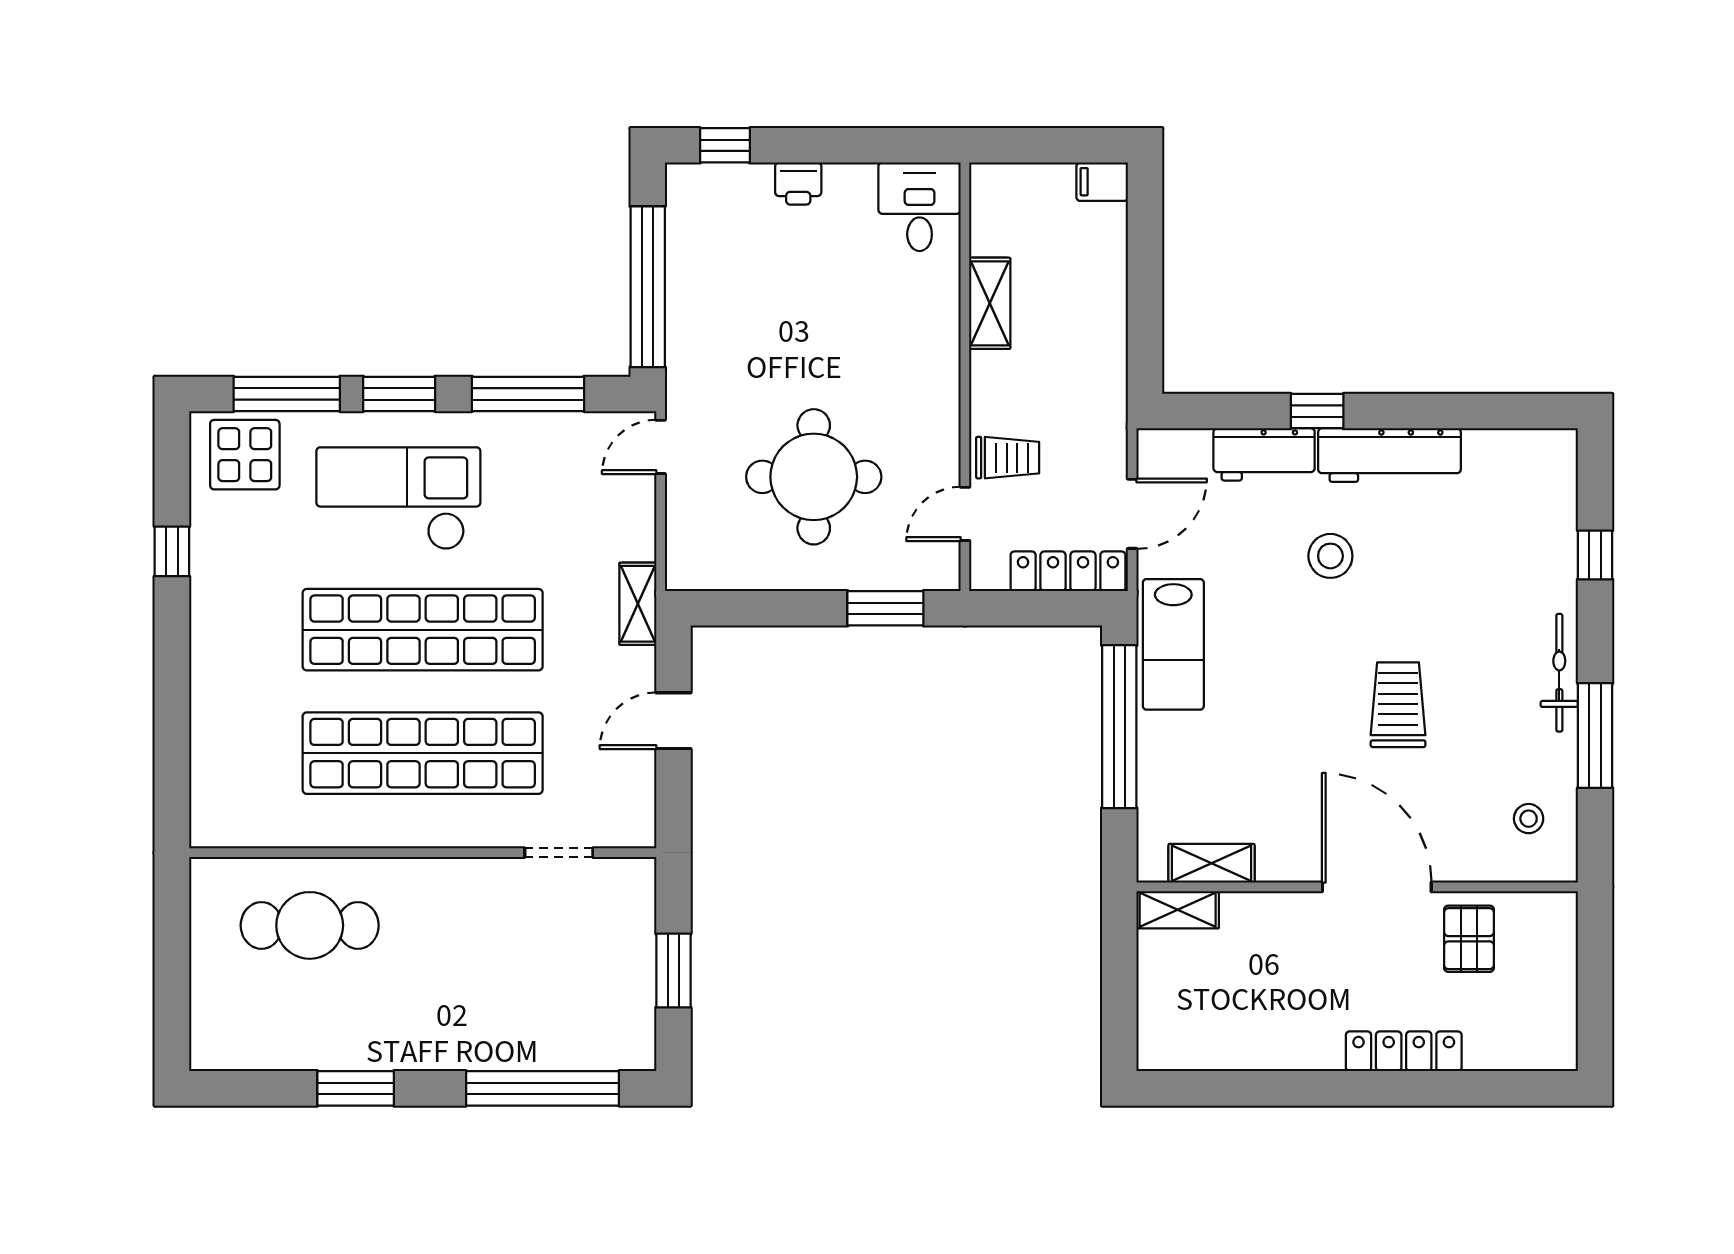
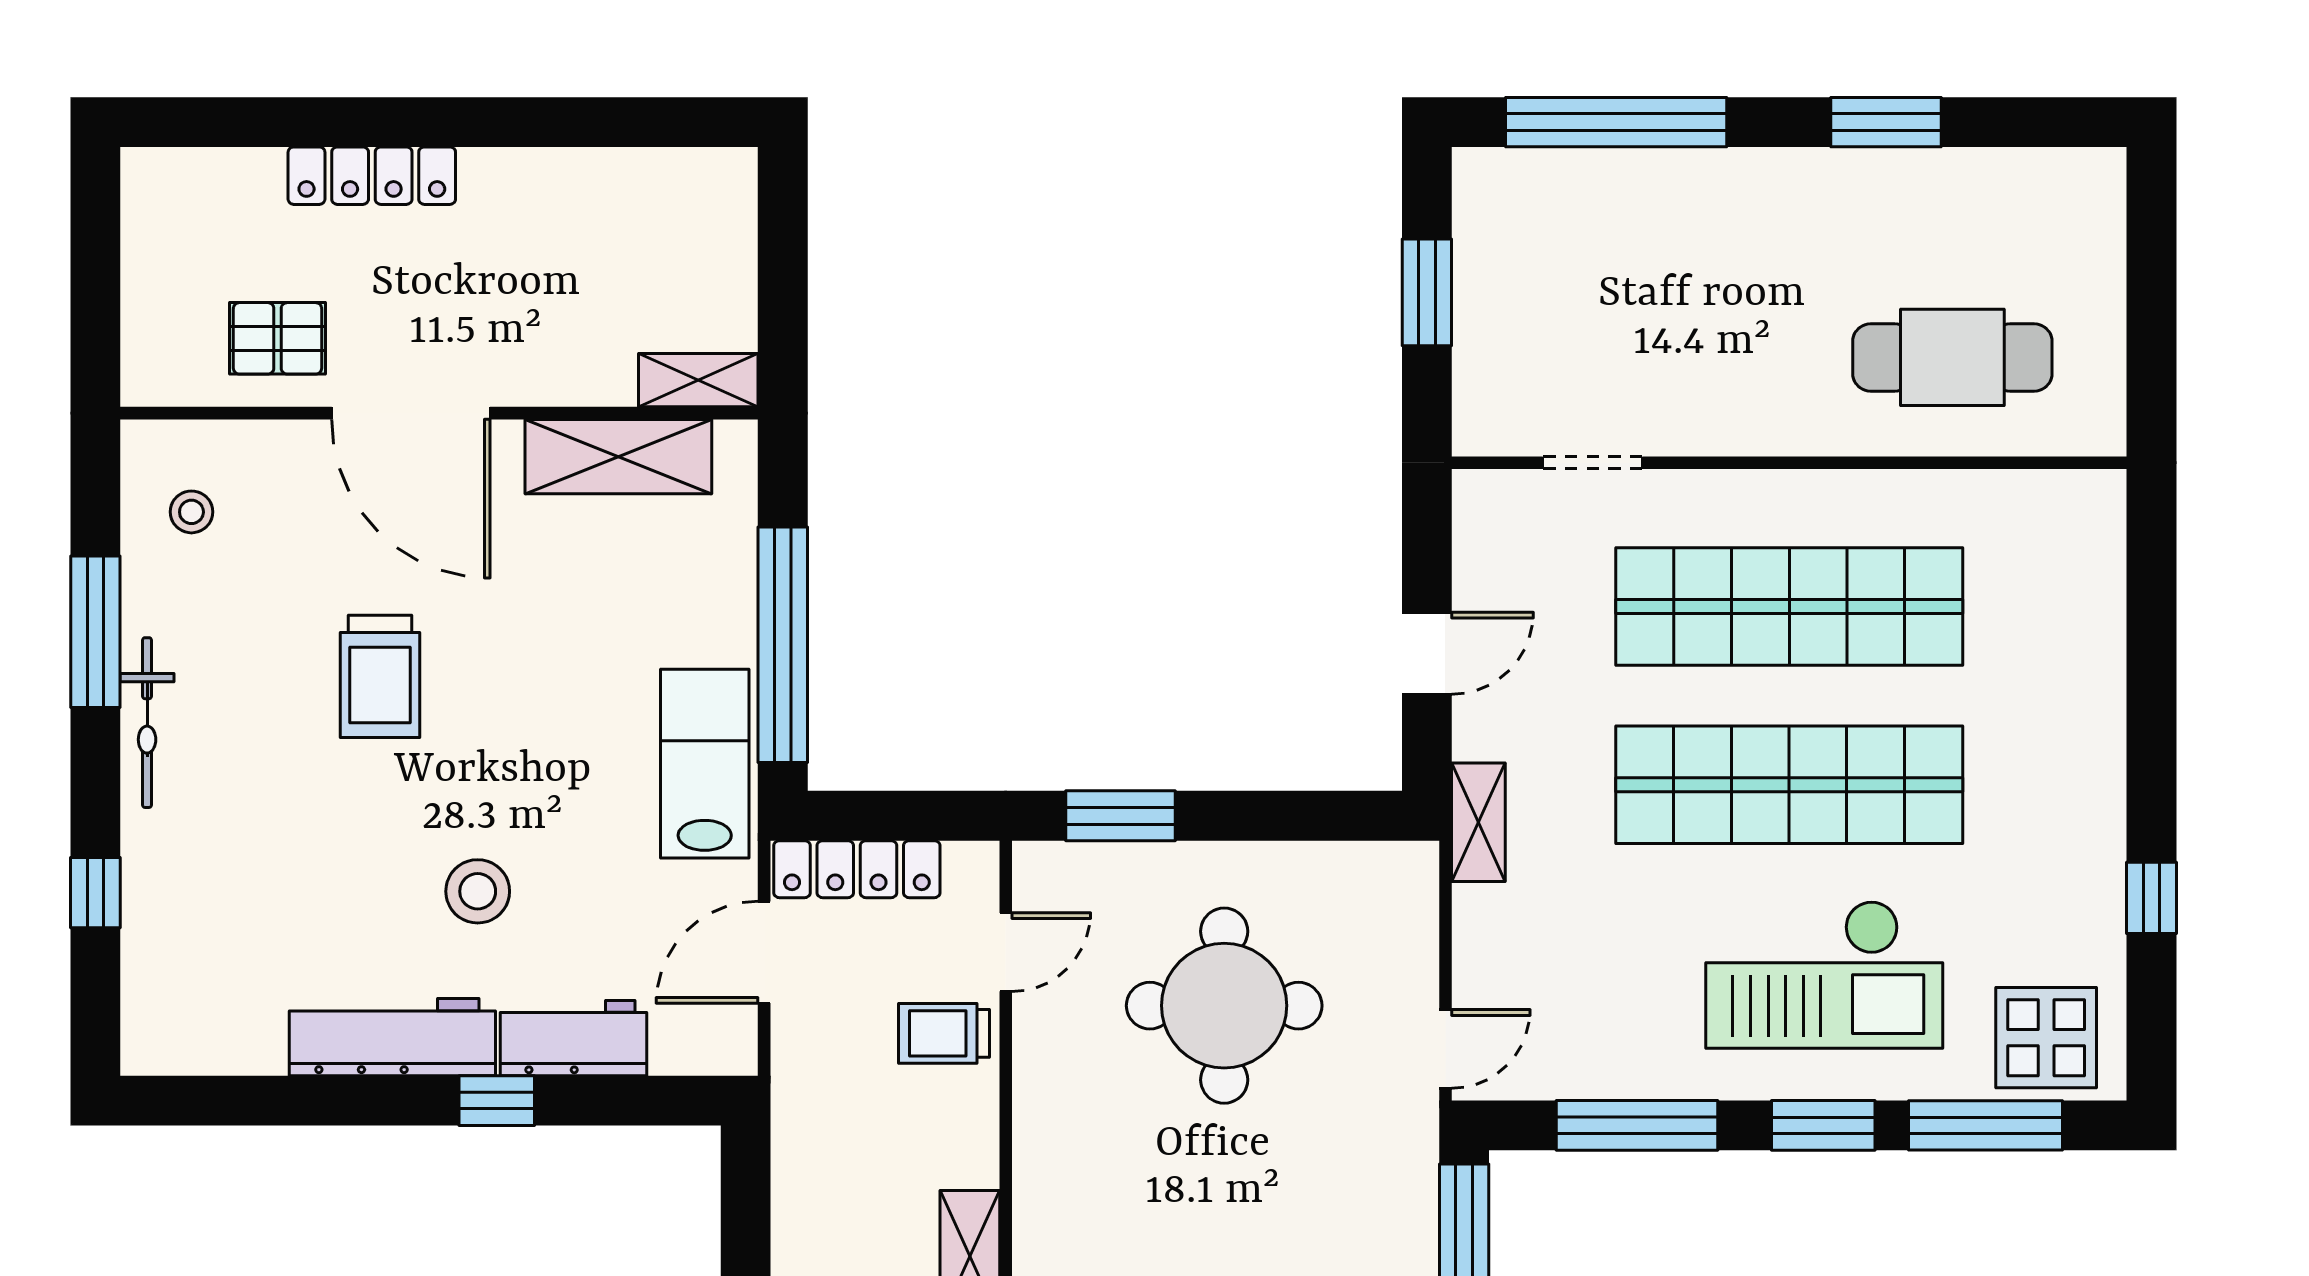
shelving: (1212, 863) -> (618, 457), width x1.50, depth x1.33
pallet: (1469, 939) -> (278, 338), turned 90

